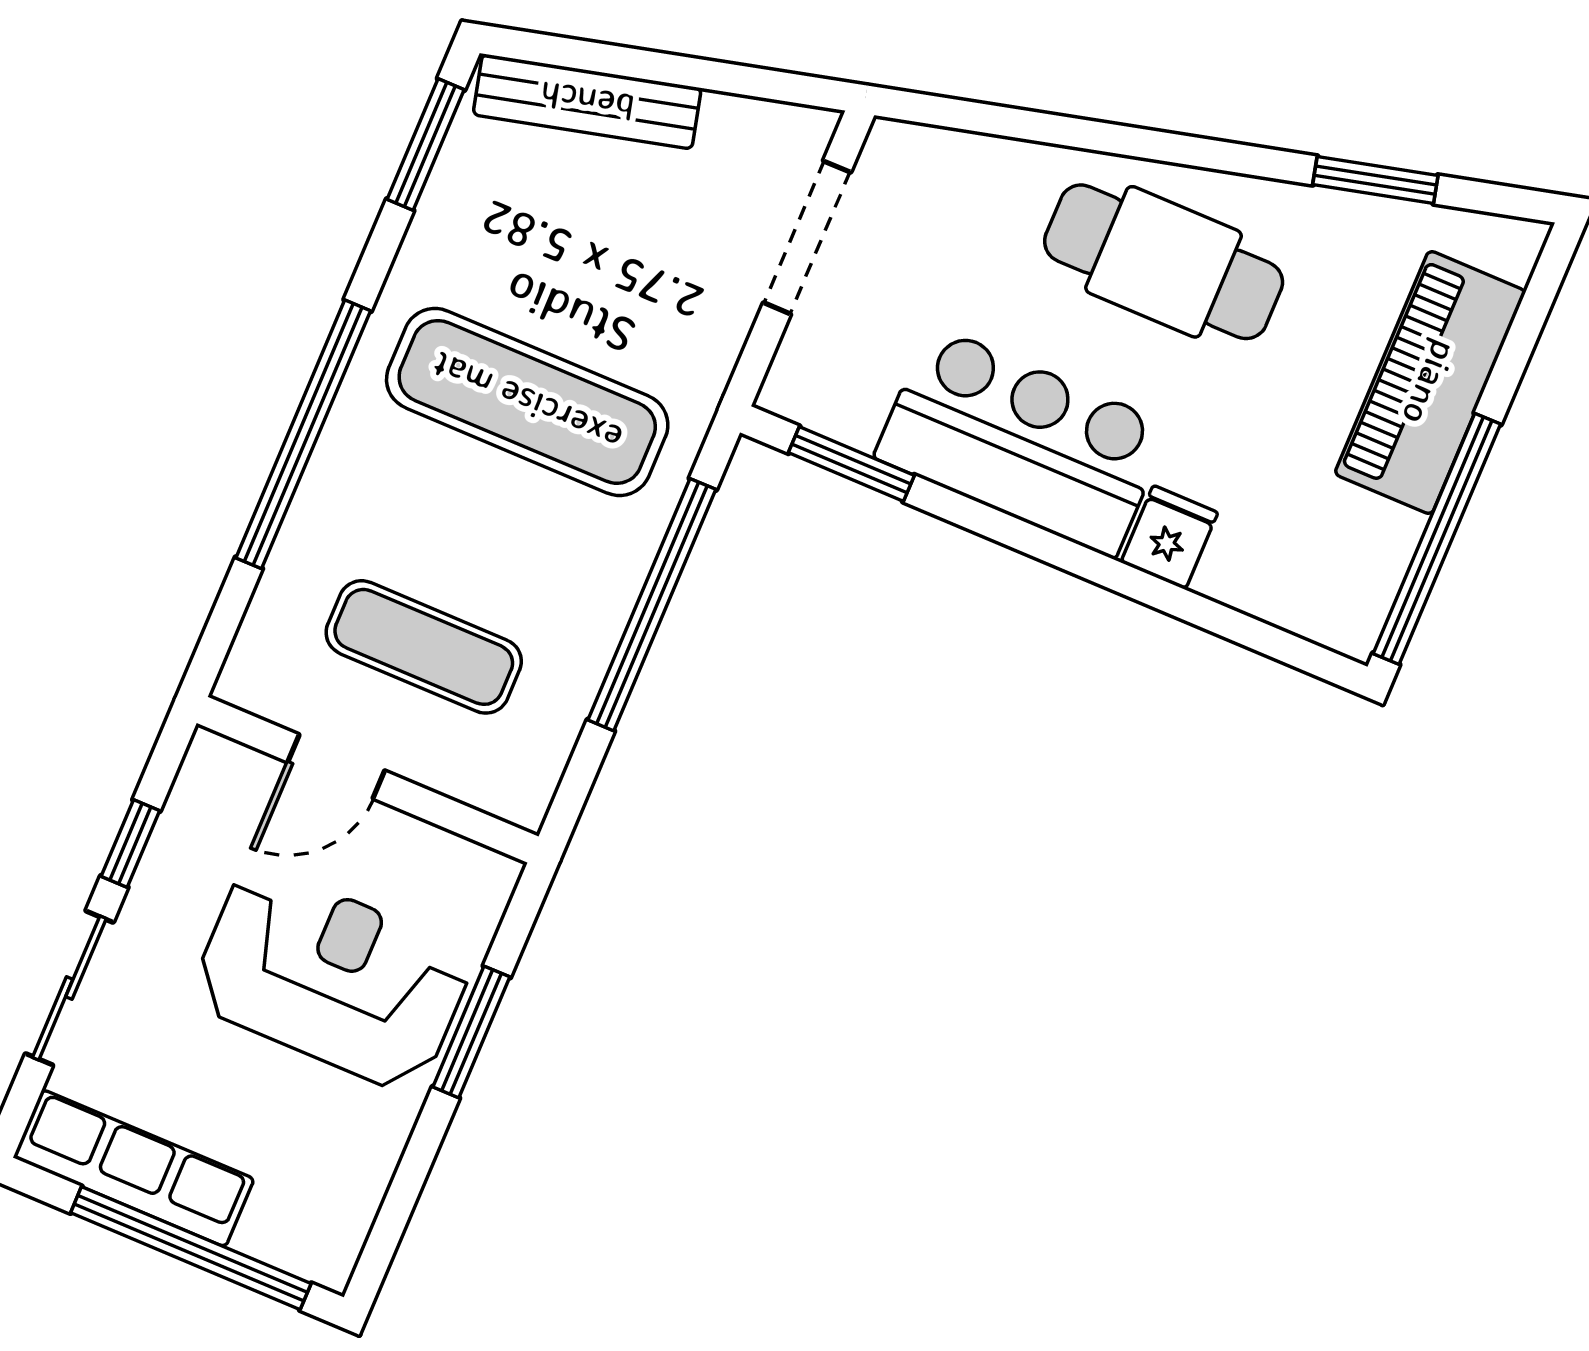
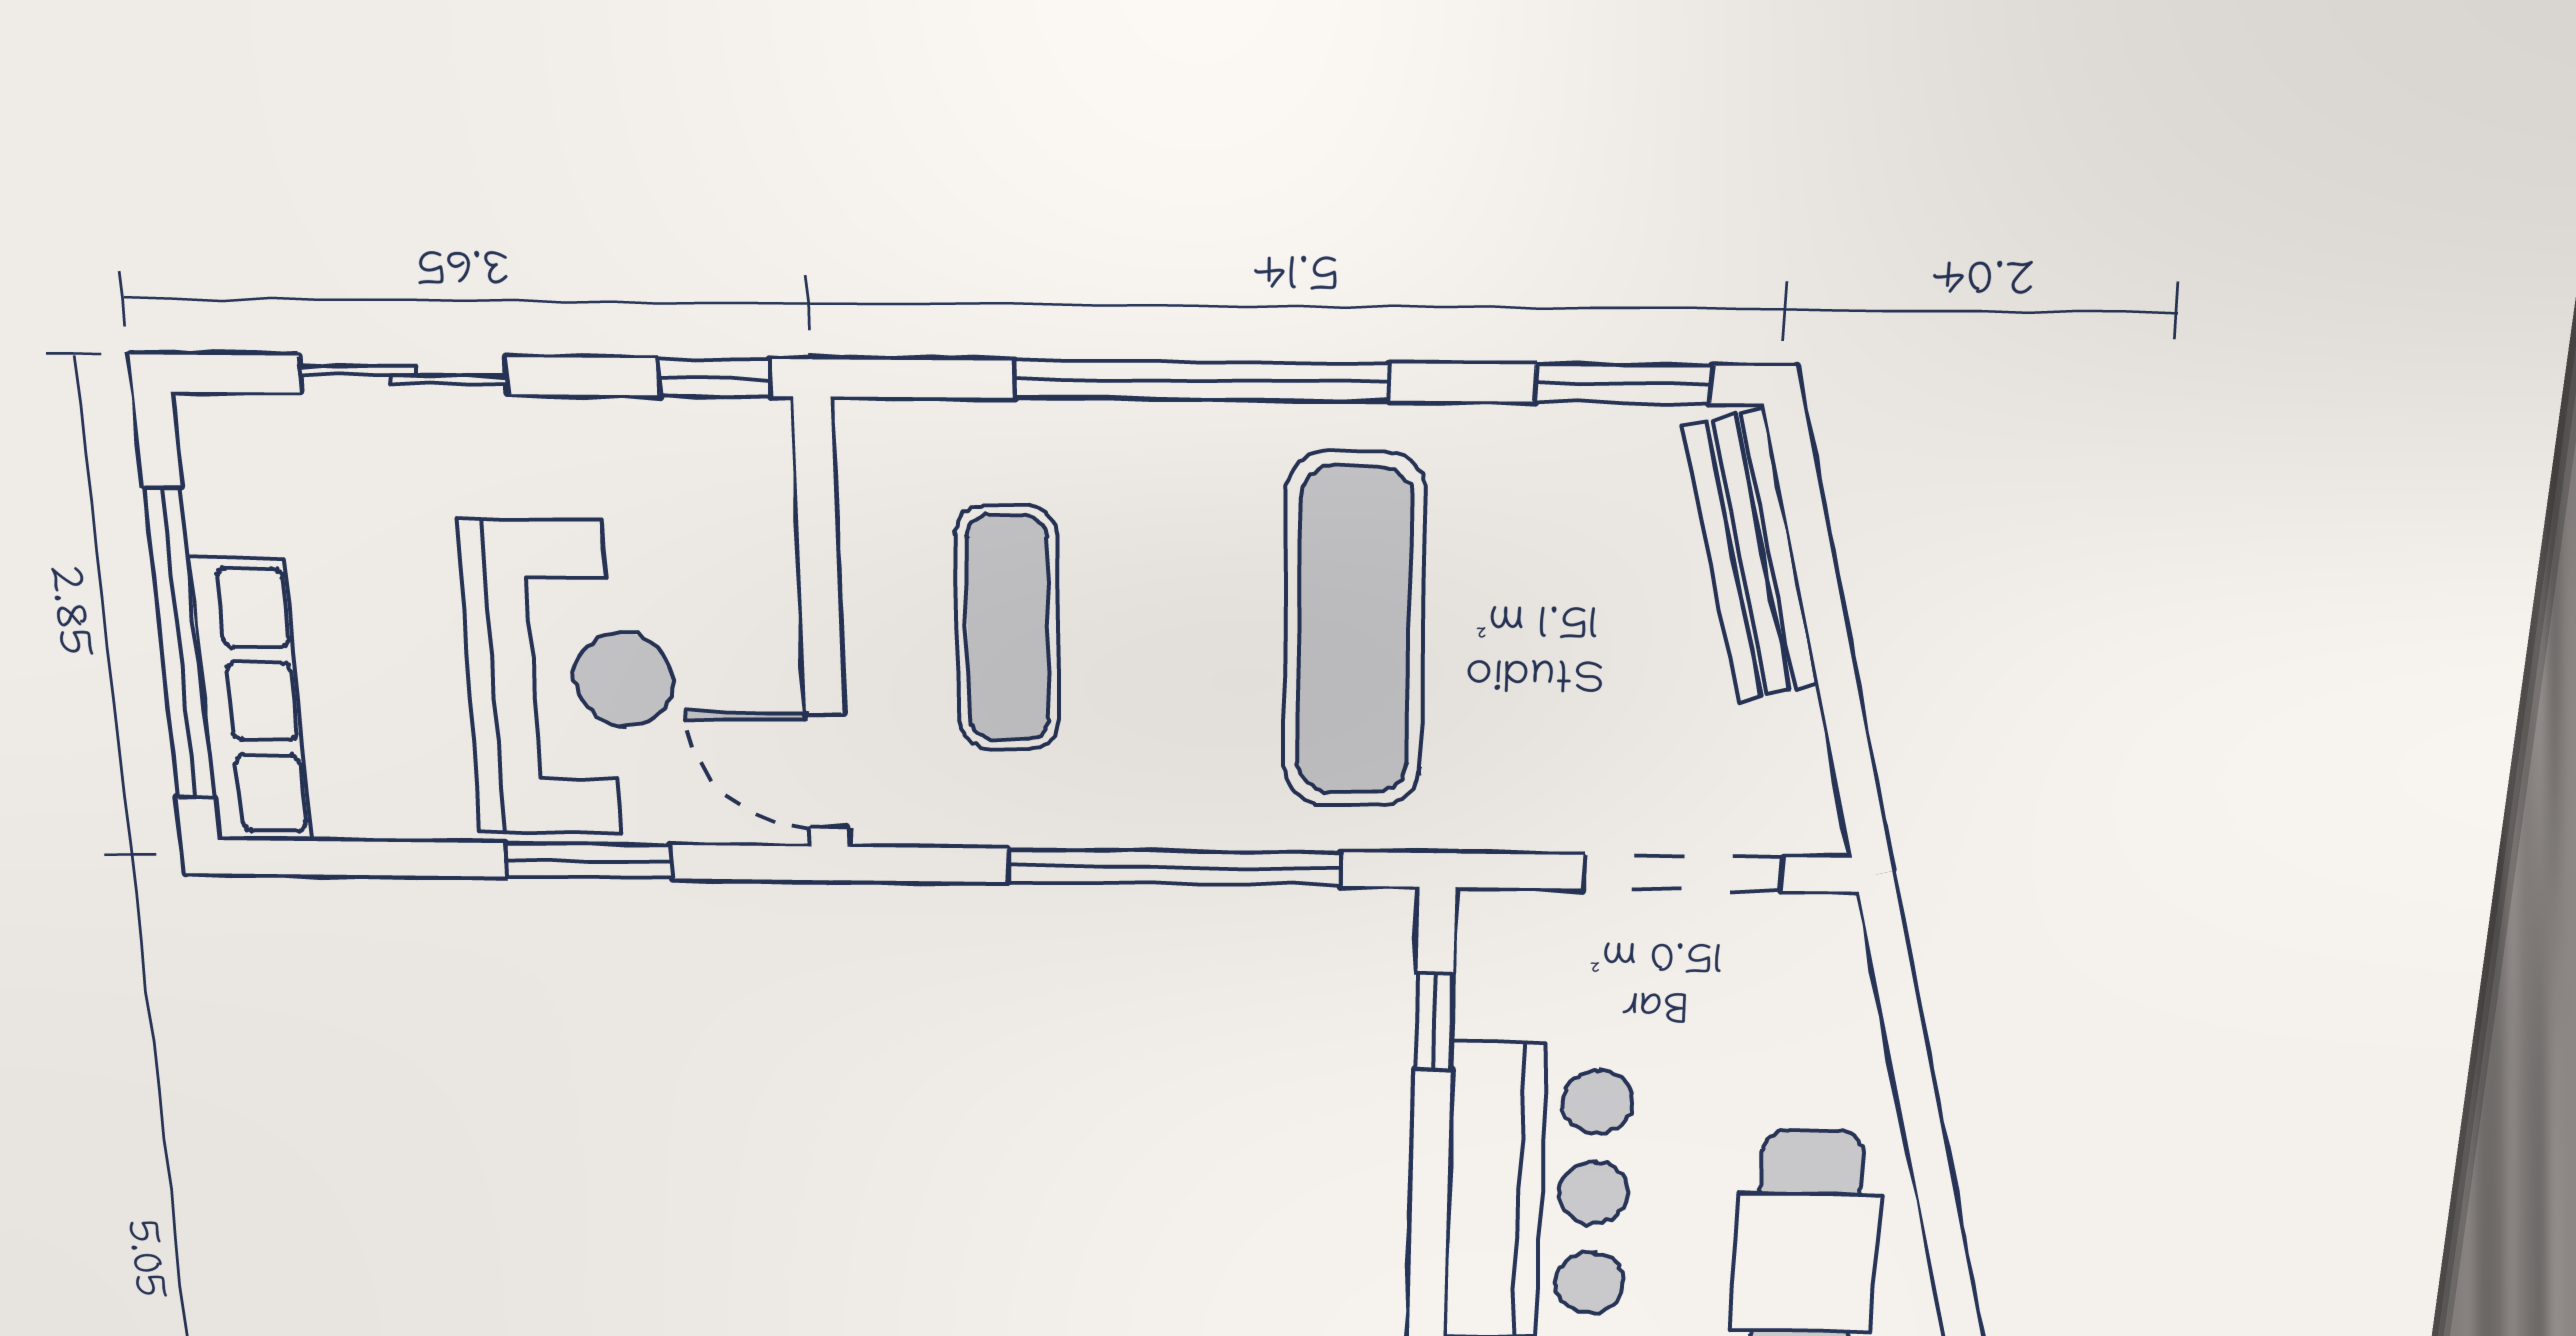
window: (851, 464) -> (1434, 1022), width x0.67
door: (336, 766) -> (827, 771), moved
window: (130, 843) -> (714, 377), moved
row of seats: (134, 1168) -> (250, 701), moved

